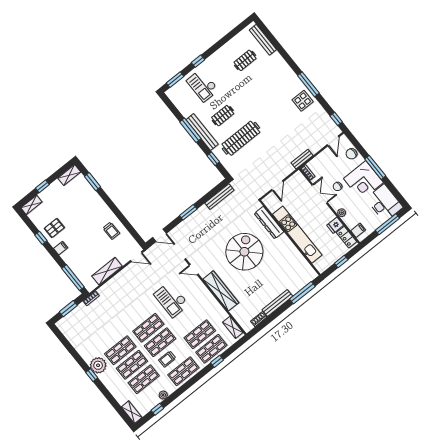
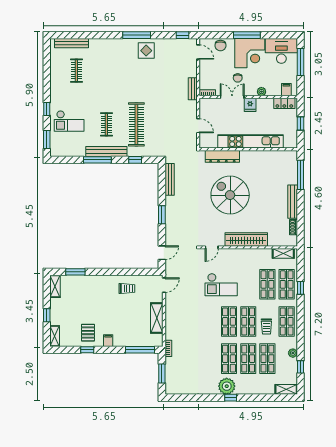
fridge: (335, 225) -> (250, 105), moved

